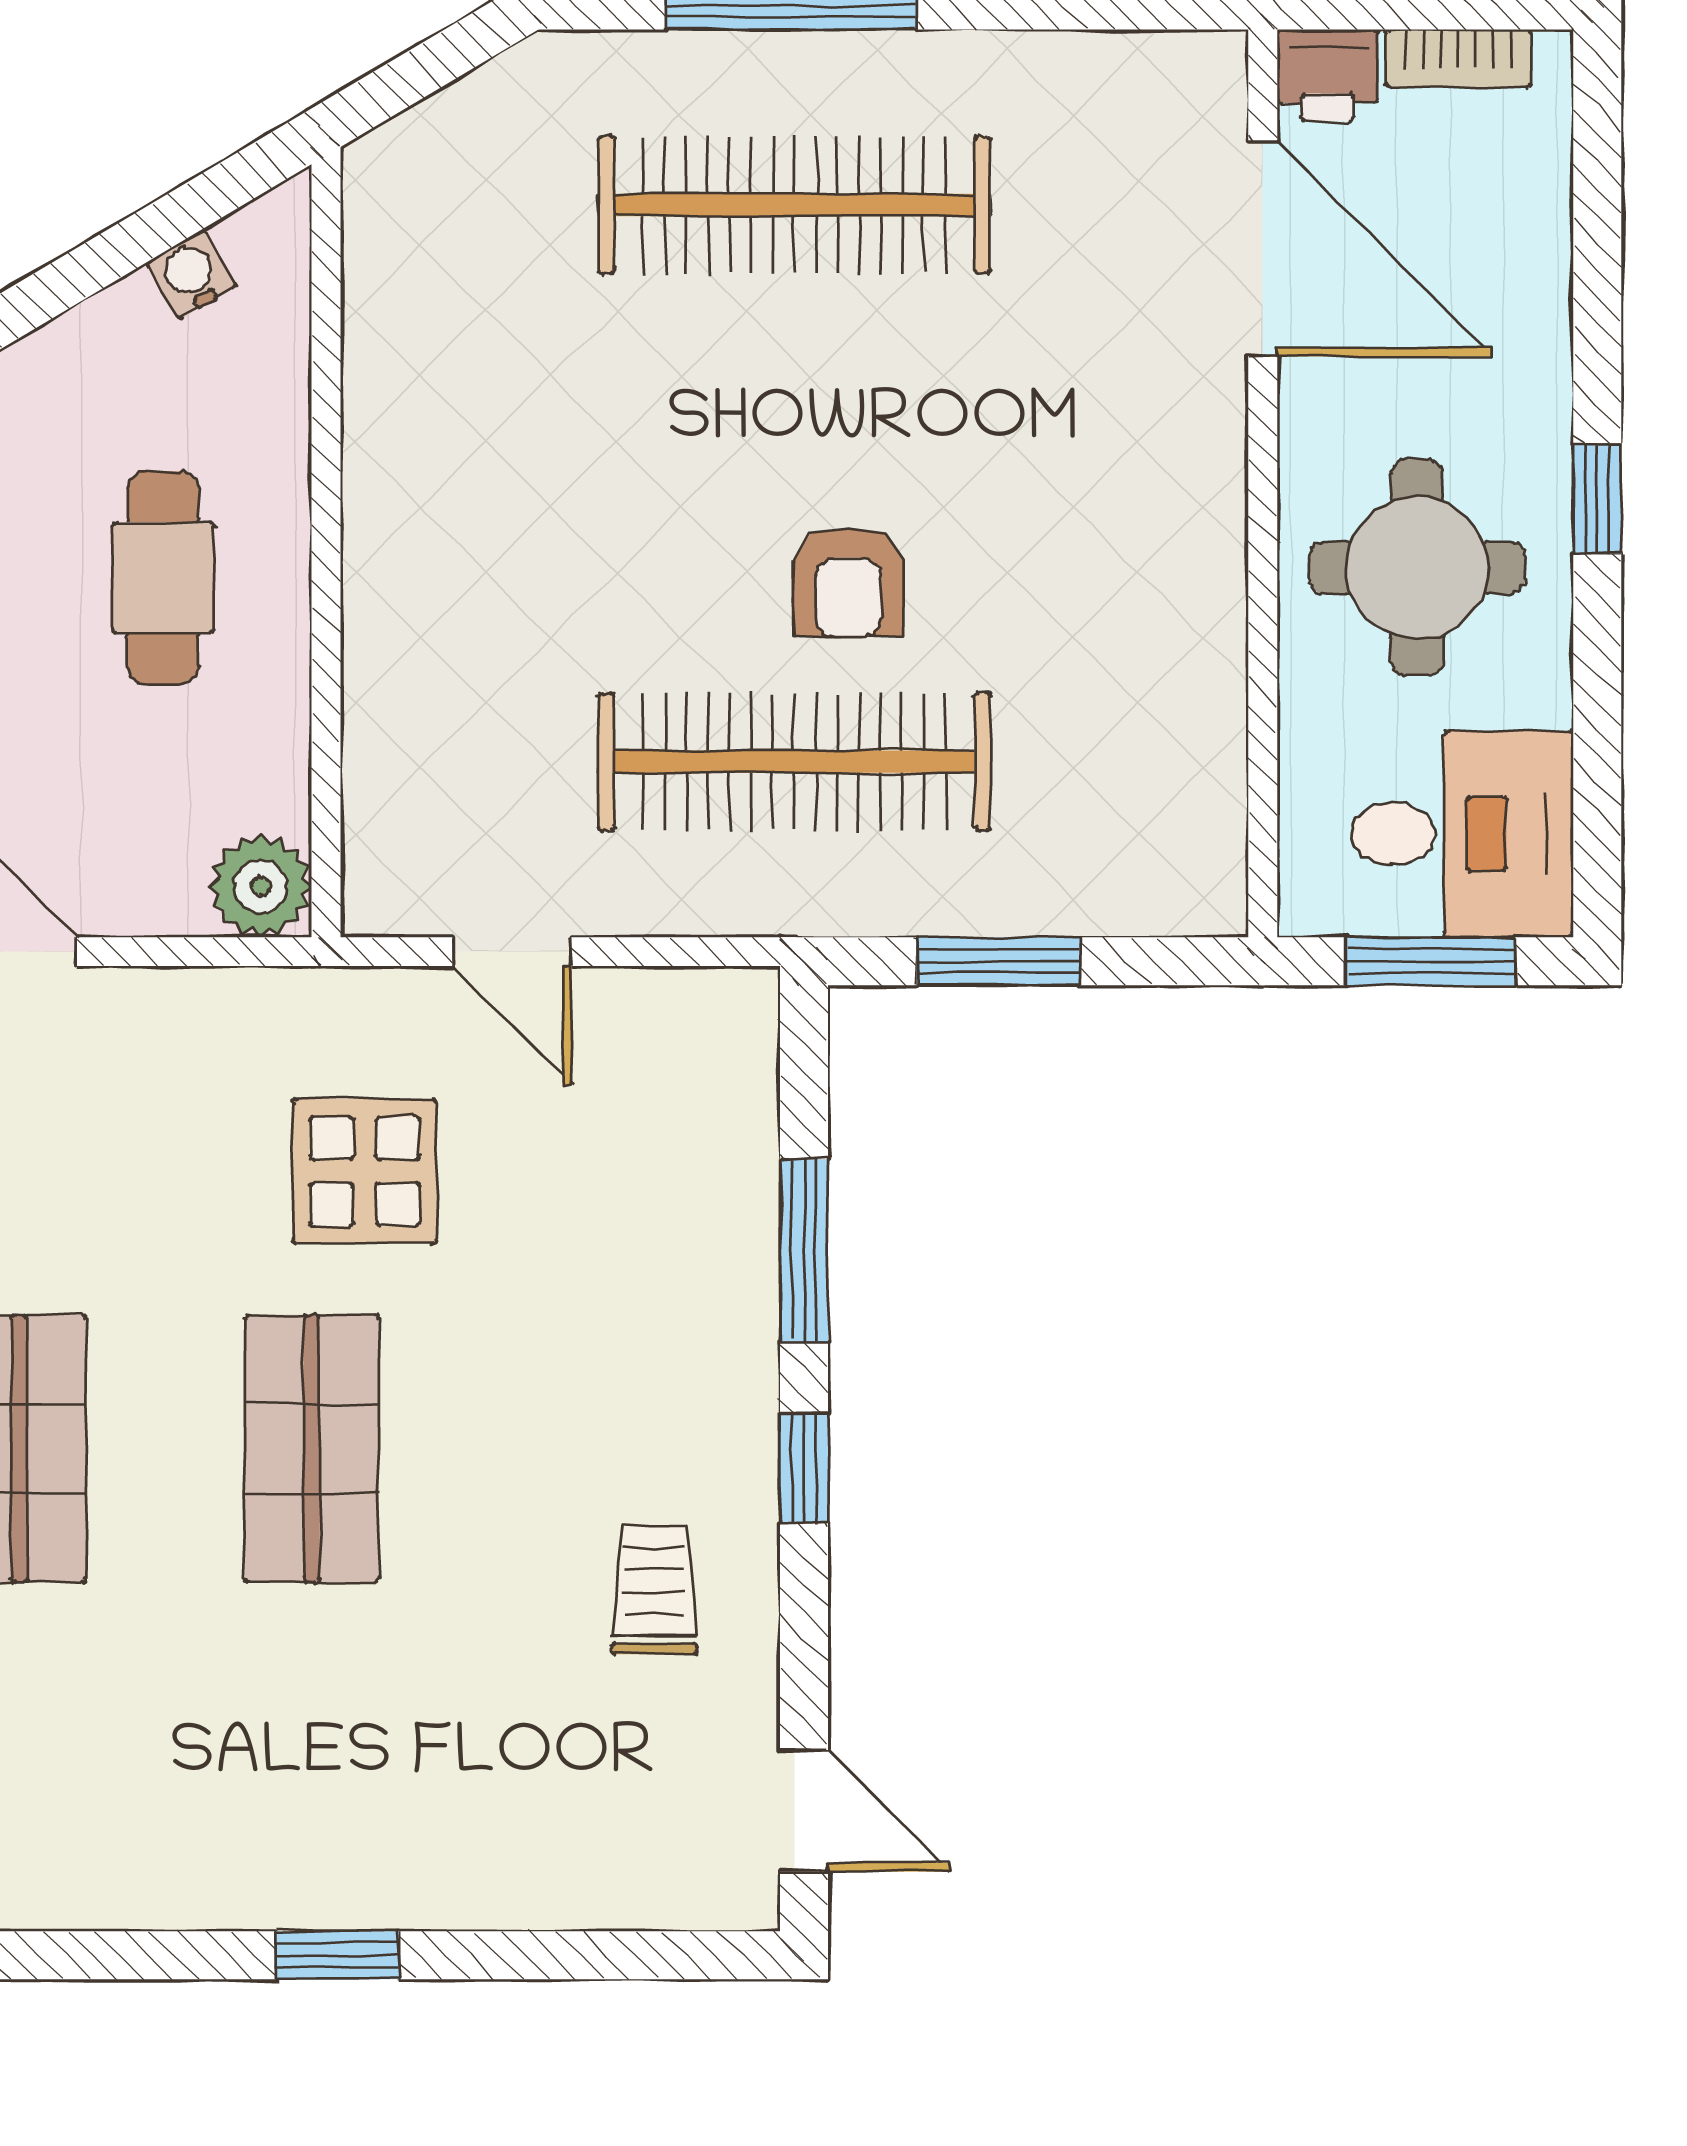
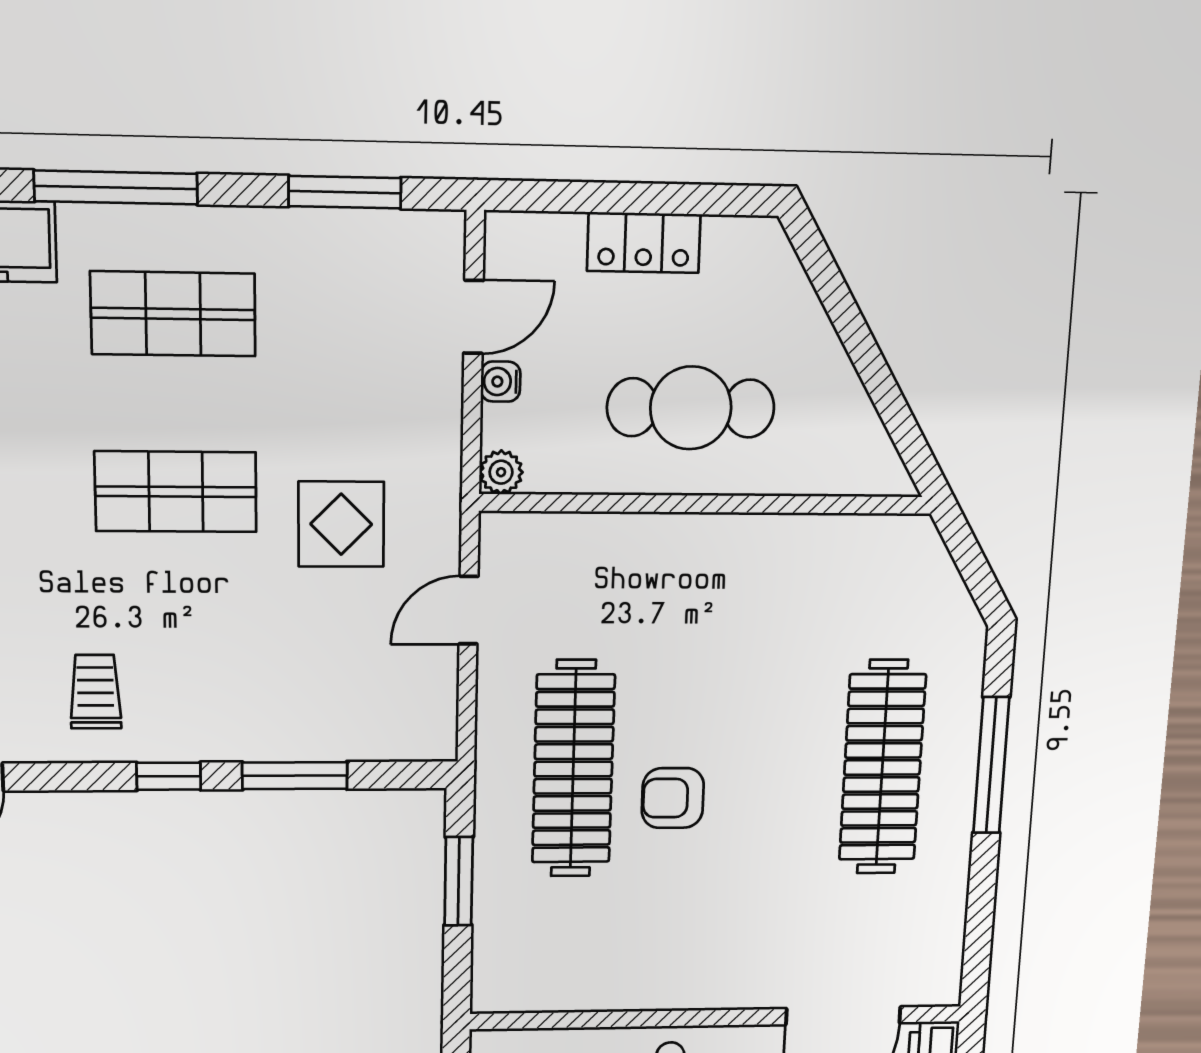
water cooler: (191, 274) -> (500, 382), moved, turned -149
cafe table: (163, 578) -> (691, 408), width x1.37, depth x1.35
plant: (261, 886) -> (501, 472), width x0.73, depth x0.73
trolley: (654, 1590) -> (95, 692), turned -90

